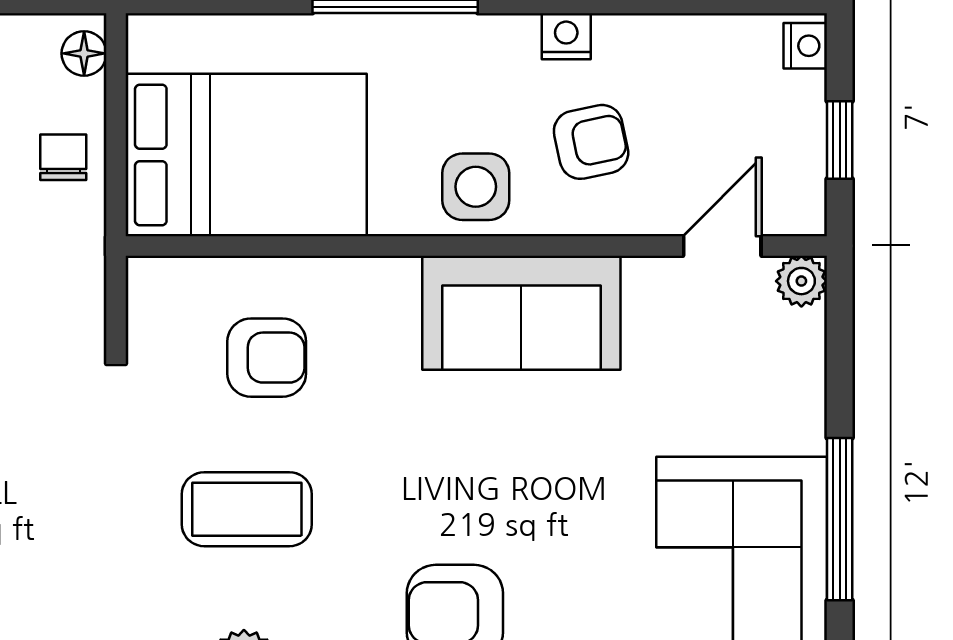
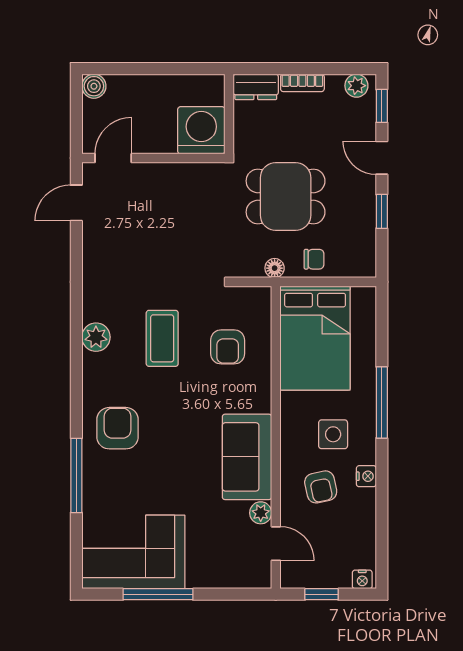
floor lamp: (84, 53) -> (275, 268), moved
side table: (476, 187) -> (333, 434), moved
plant: (801, 281) -> (261, 513), moved

